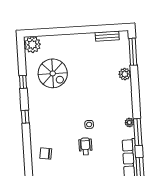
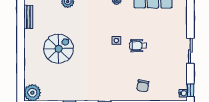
spiral stairs: (53, 73) -> (59, 49), moved

